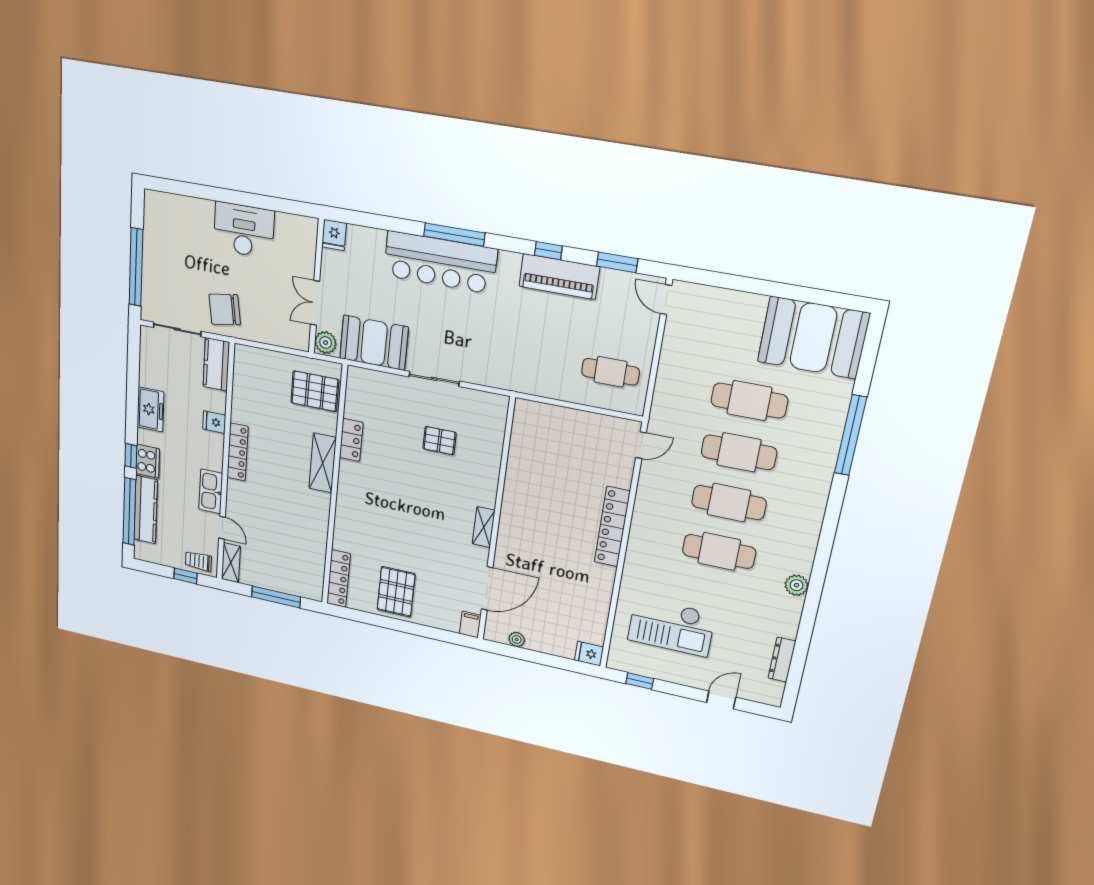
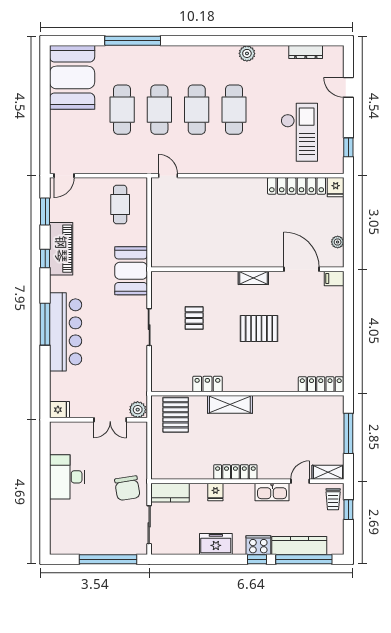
booth: (374, 343) -> (131, 271), moved
locker: (612, 527) -> (297, 186), moved
pallet: (396, 592) -> (259, 328), moved

